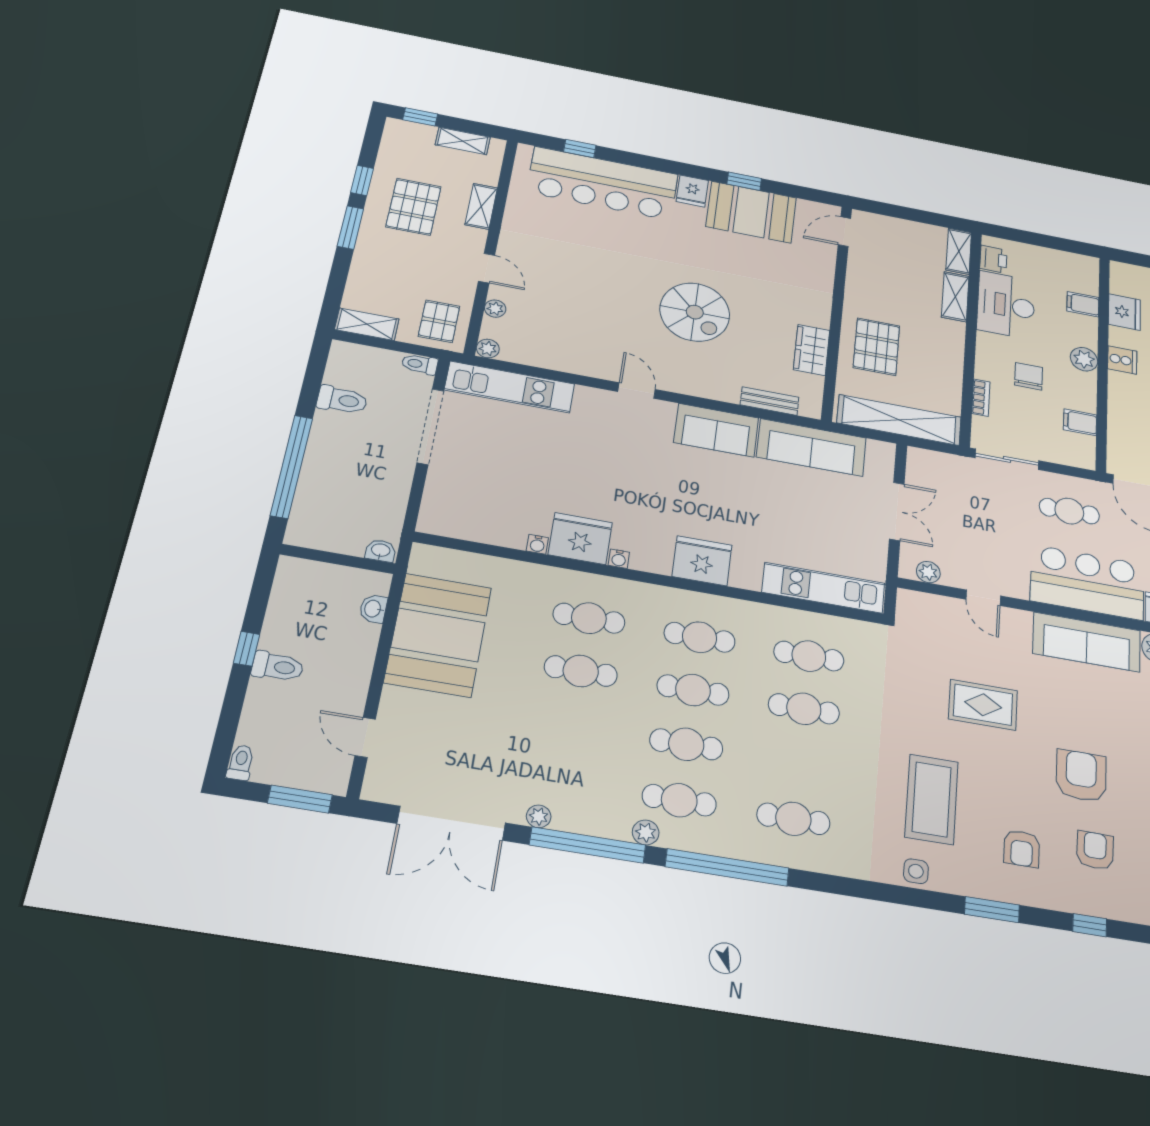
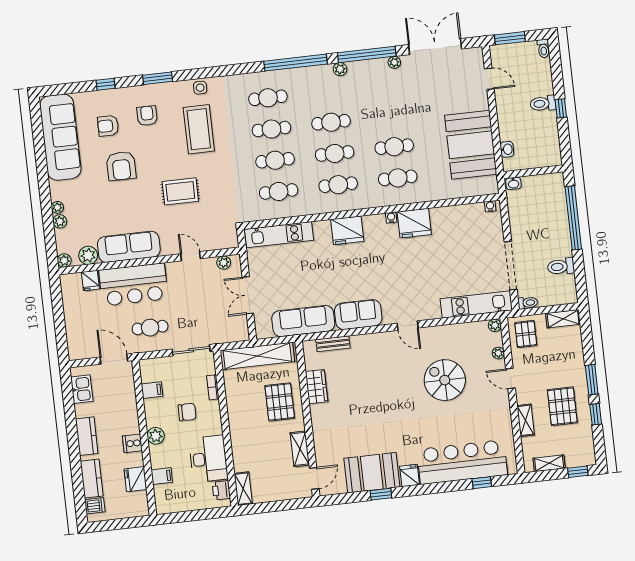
shelving: (955, 297) -> (300, 449), moved
spiral stairs: (695, 312) -> (445, 380), moved
chair: (1029, 376) -> (187, 412), turned -90
water cooler: (537, 544) -> (490, 206), moved
cafe table: (679, 800) -> (271, 129), moved
armchair: (1095, 850) -> (108, 126), turned 89

